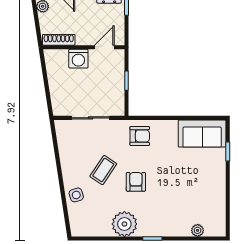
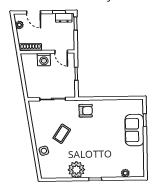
door: (104, 47) -> (61, 52), swing flipped
sofa: (202, 134) -> (134, 130), moved, turned 90
armchair: (136, 182) -> (84, 141), removed

